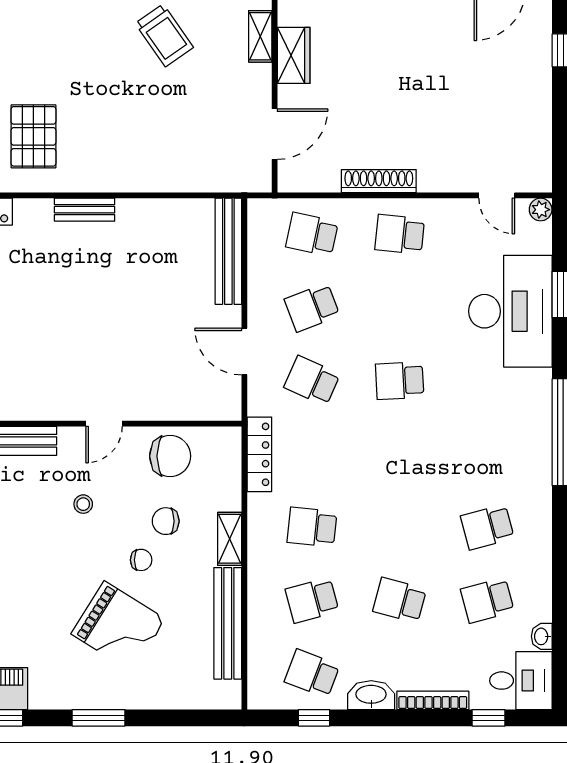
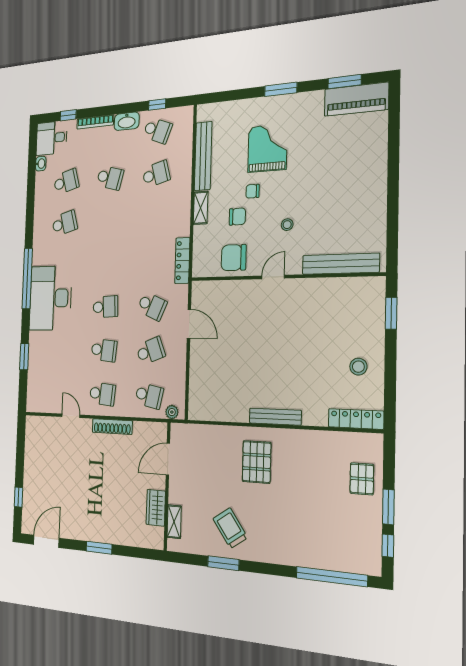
pallet: (33, 136) -> (257, 462), moved
door: (497, 195) -> (71, 416), moved
bench: (85, 210) -> (275, 417), width x1.36
plant: (541, 210) -> (172, 412), moved
bench: (228, 251) -> (196, 387), removed
desk: (510, 311) -> (50, 298), moved
school desk: (312, 527) -> (104, 350), moved
grand piano: (118, 627) -> (267, 148), turned 58

